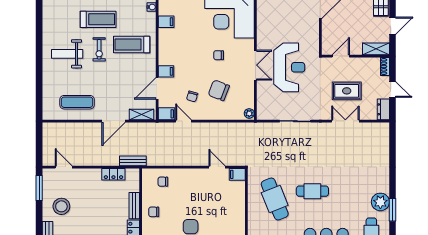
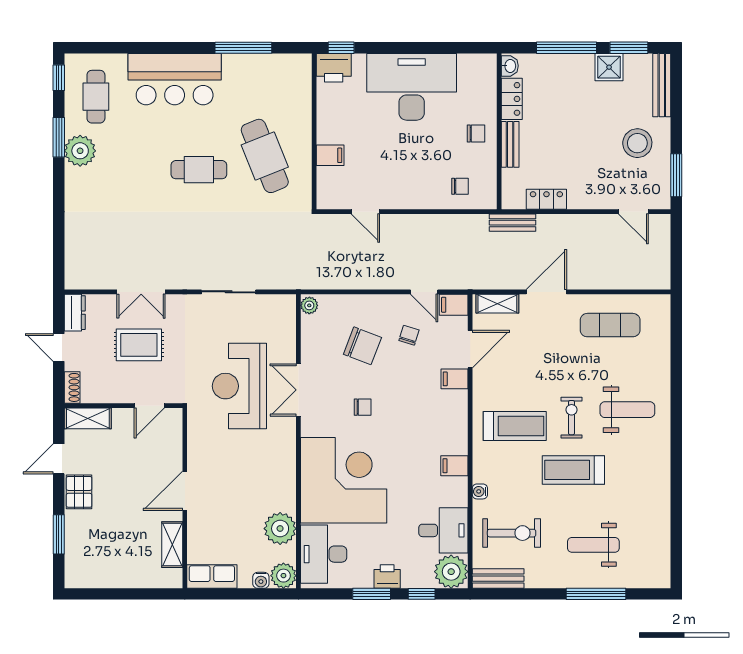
filing cabinet: (237, 174) -> (330, 155), moved

